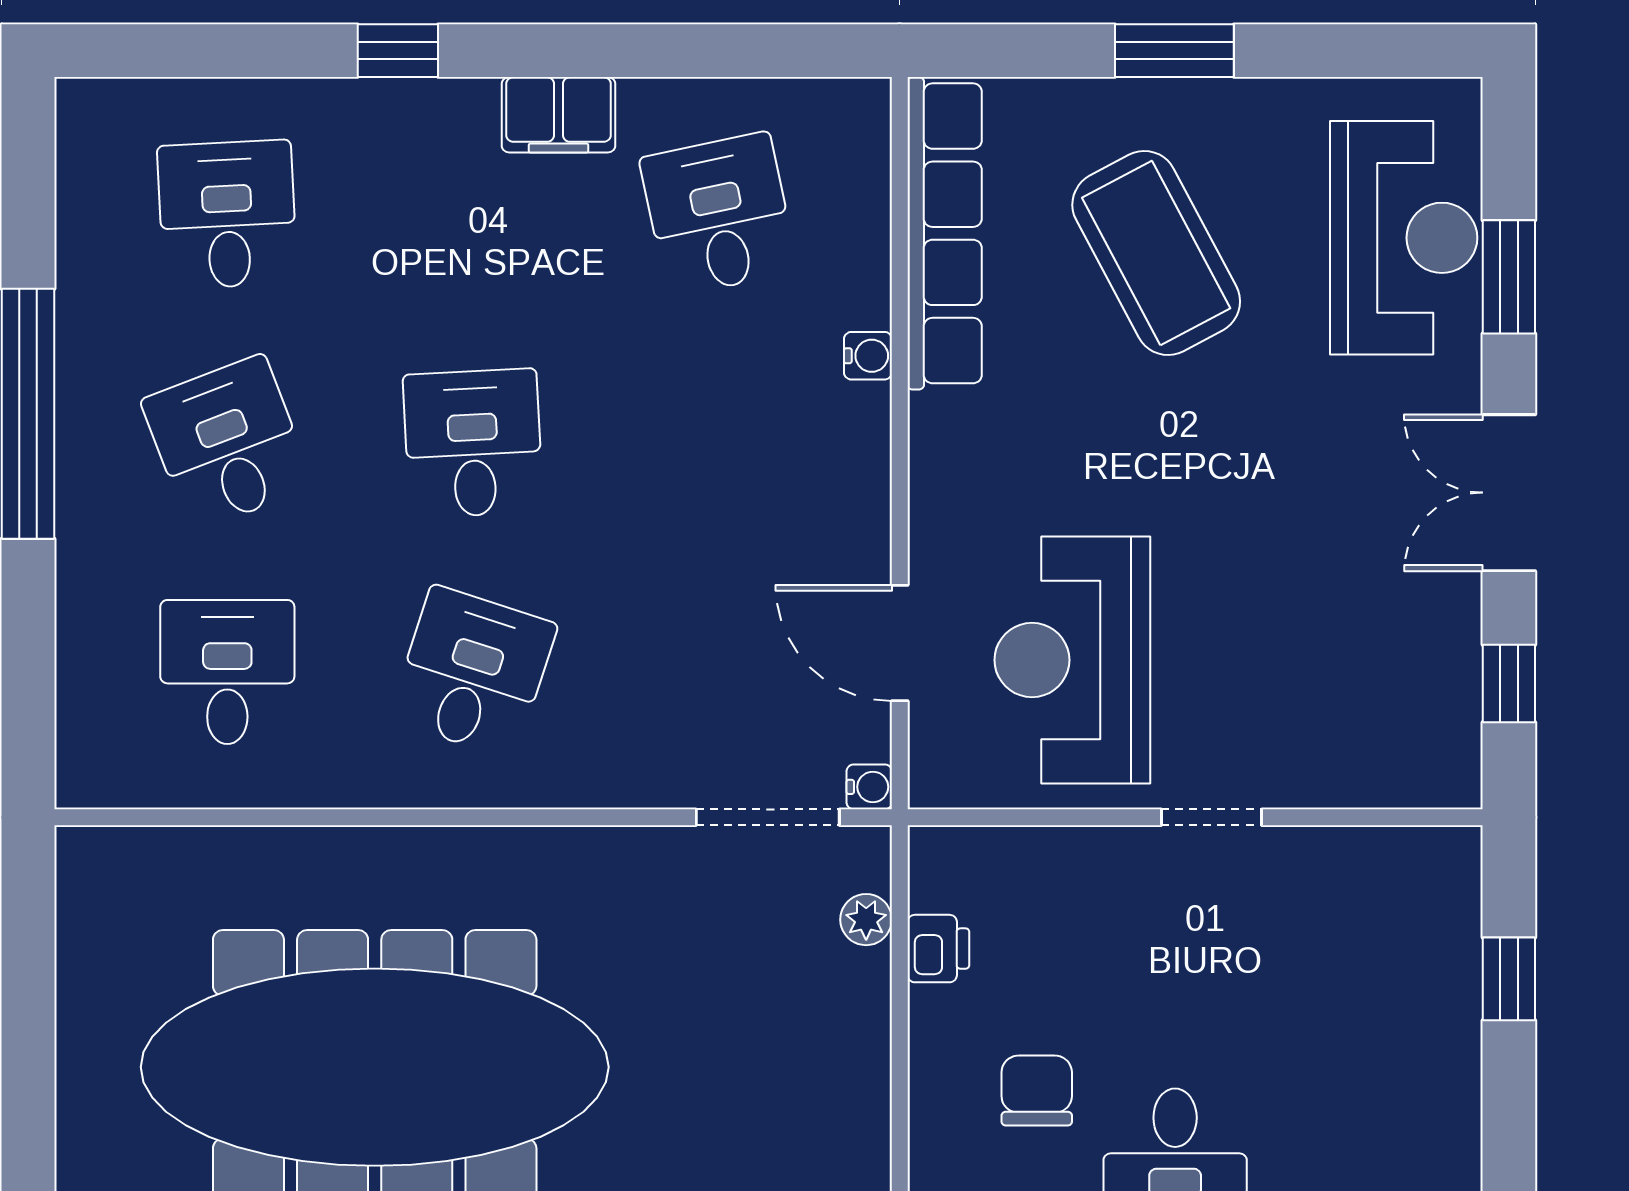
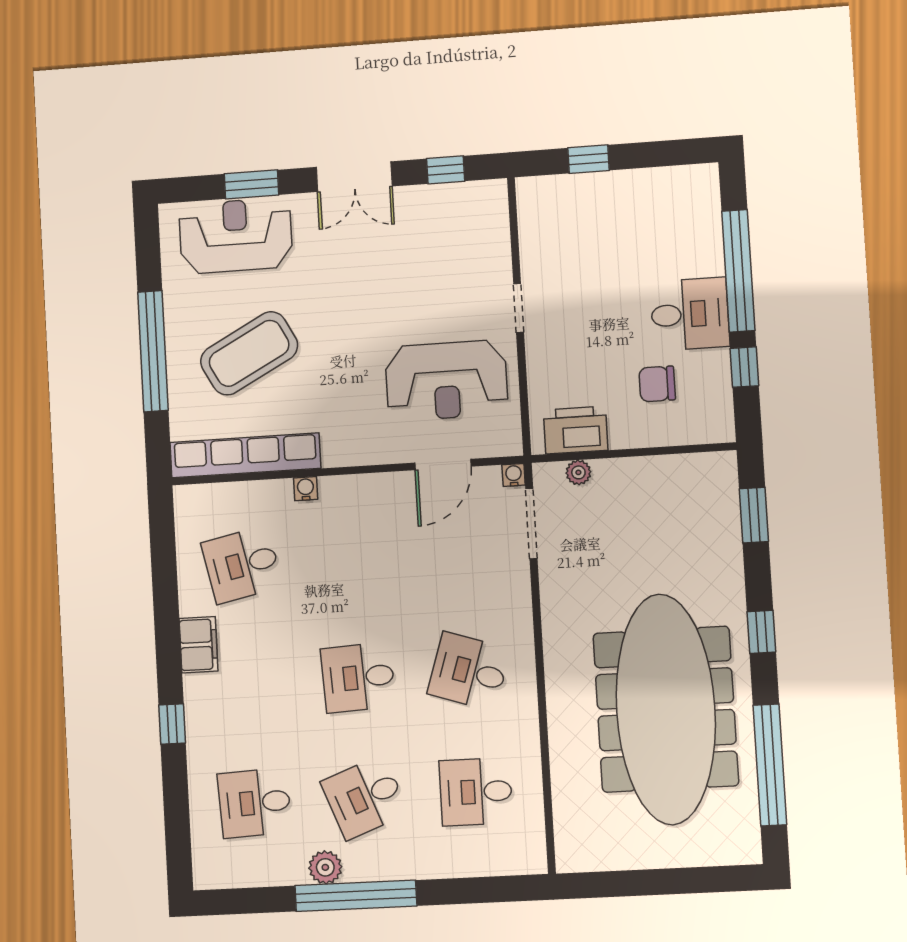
window: (1174, 51) -> (153, 351), width x2.11
plant: (89, 354) -> (325, 867), added
printer: (938, 949) -> (576, 430), width x1.87, depth x1.48

